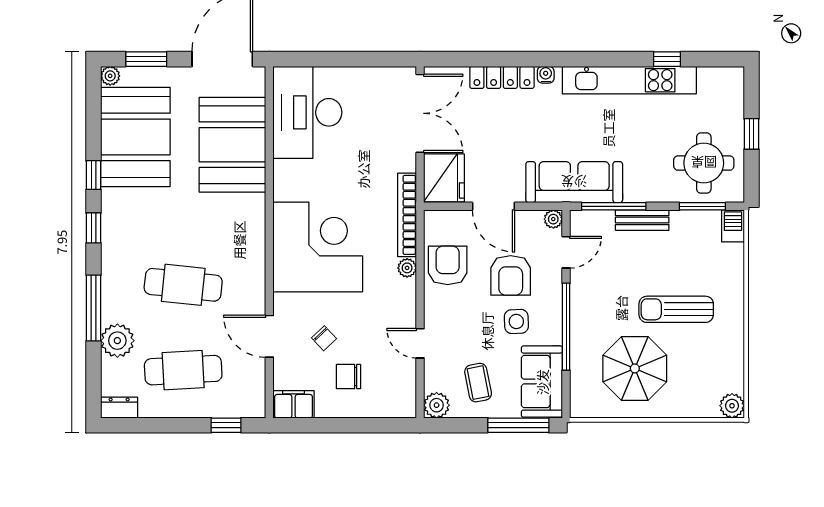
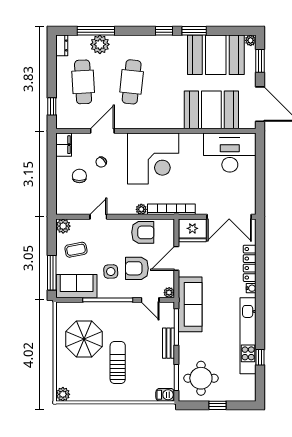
window: (93, 175) -> (194, 31), width x1.50
window: (93, 308) -> (96, 31), moved

